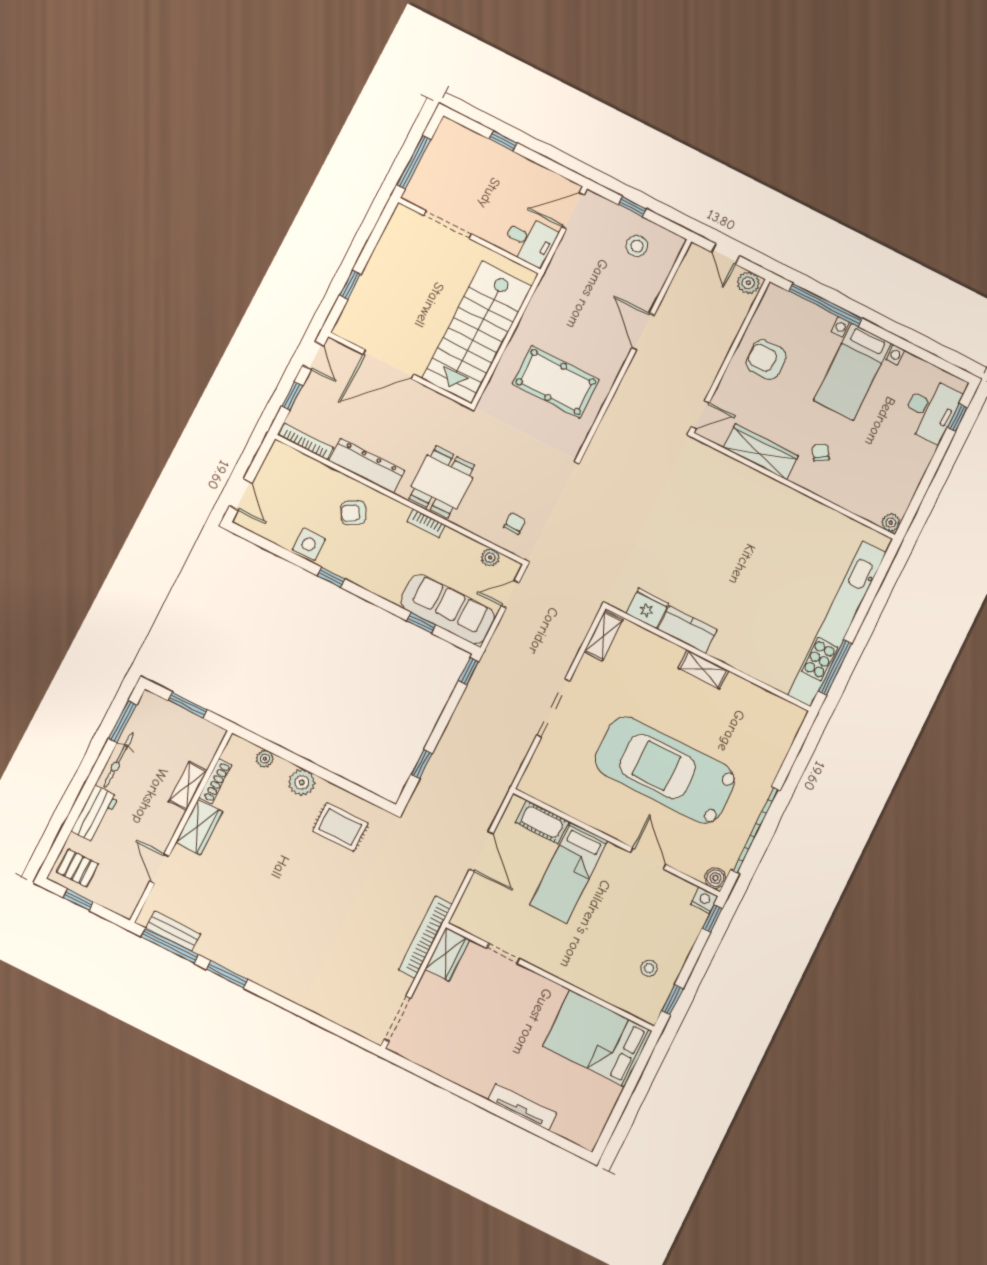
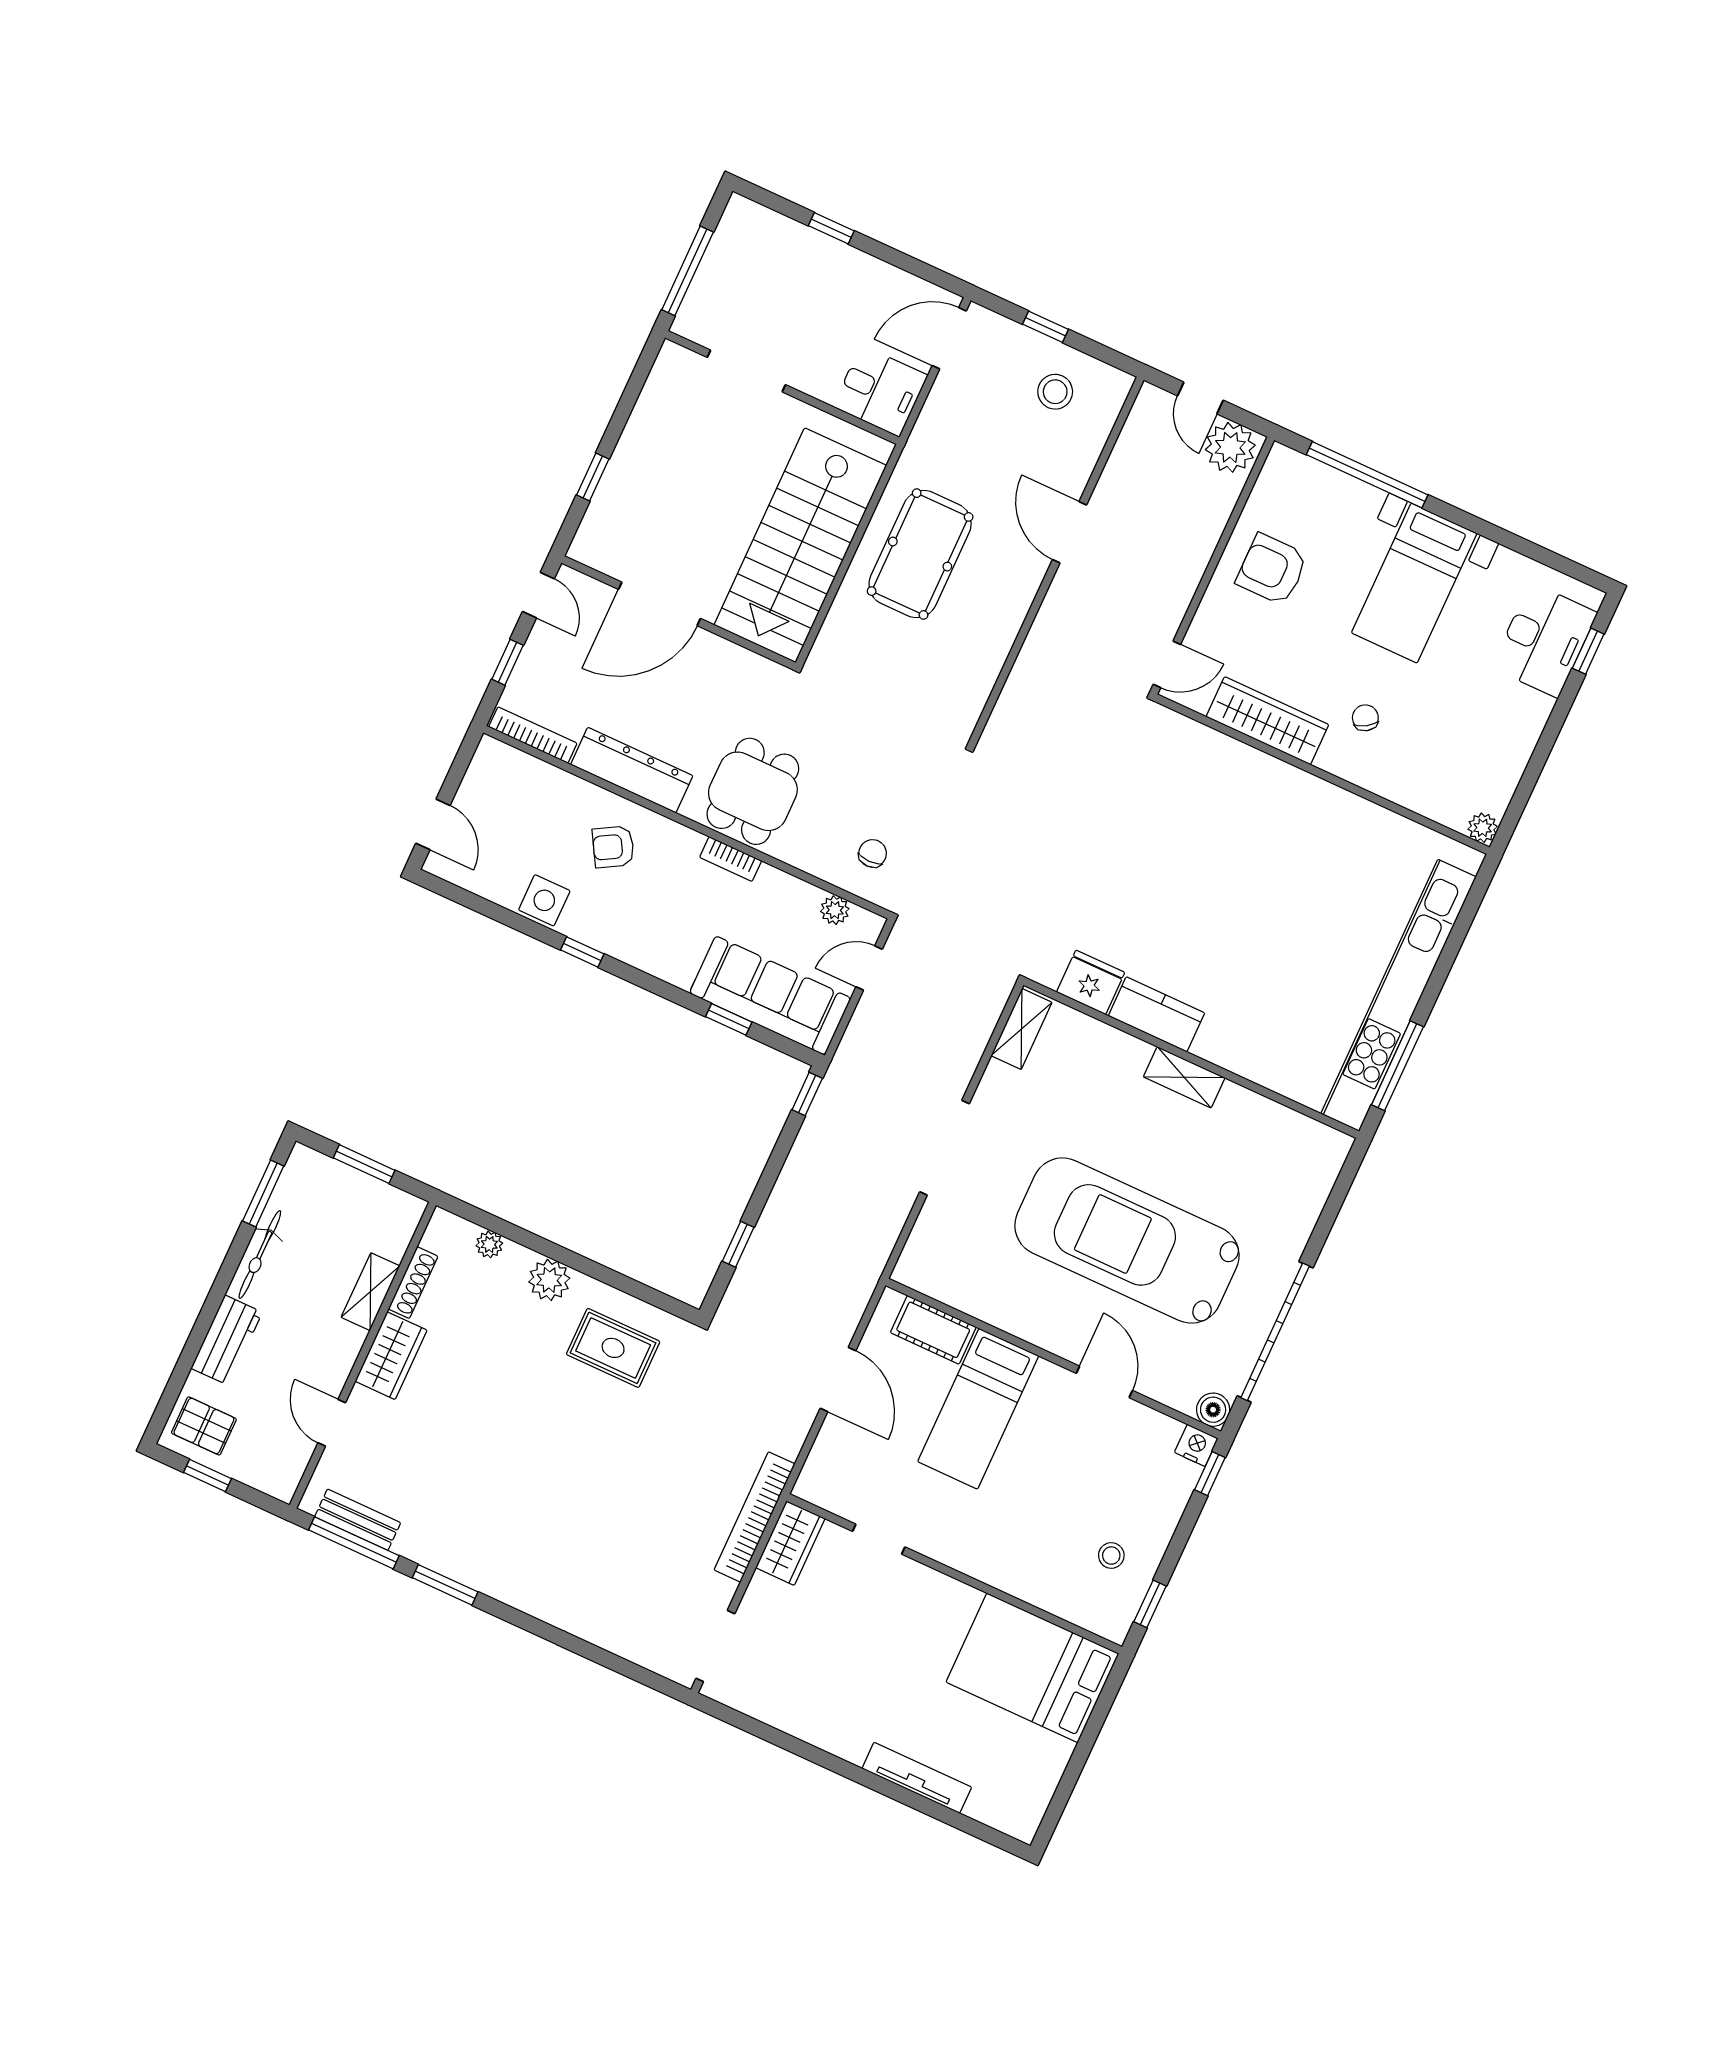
plant: (748, 283) -> (1230, 447), width x1.36, depth x1.36
pool table: (556, 382) -> (920, 554), moved, turned 90

